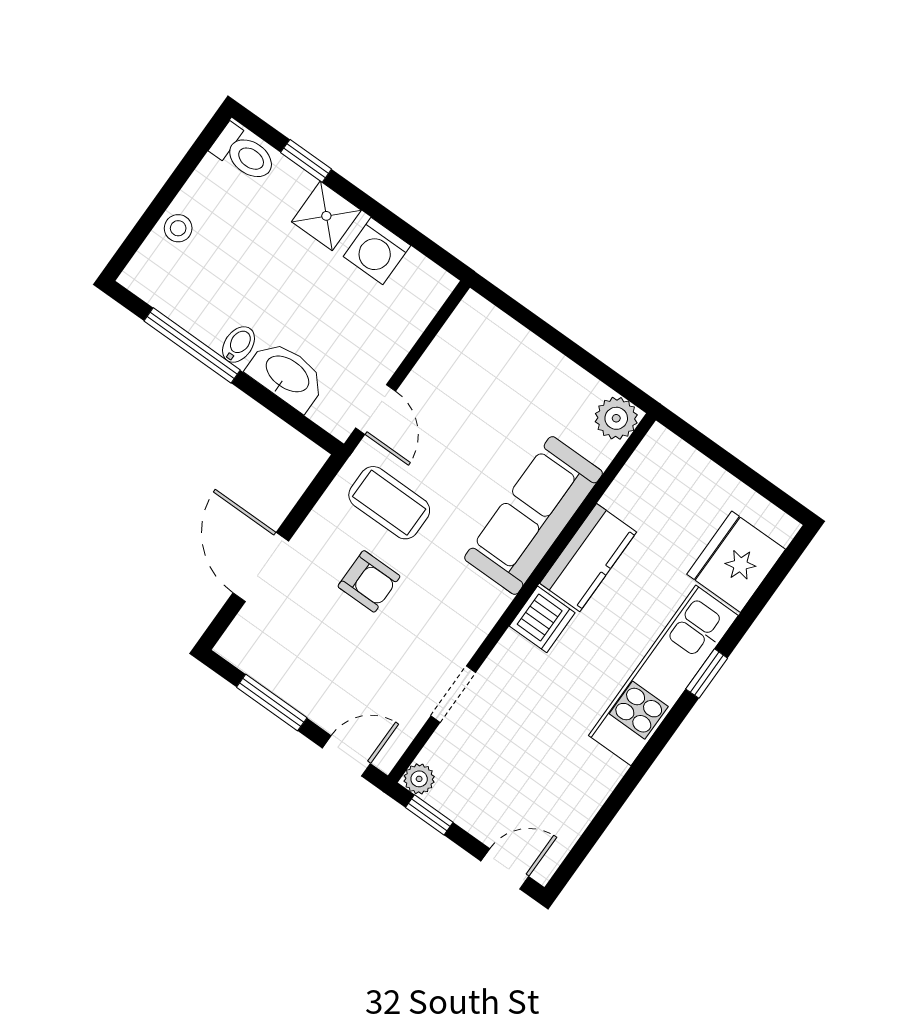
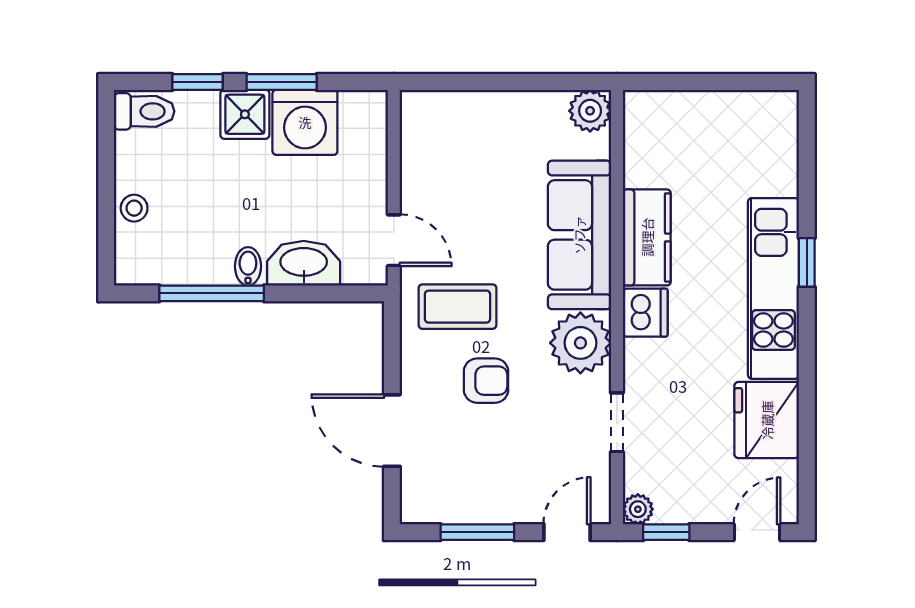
window: (376, 211) -> (282, 82), added
washing machine: (377, 251) -> (305, 122), width x1.37, depth x1.37
fridge: (736, 562) -> (767, 420), moved
plant: (470, 606) -> (580, 343), added

